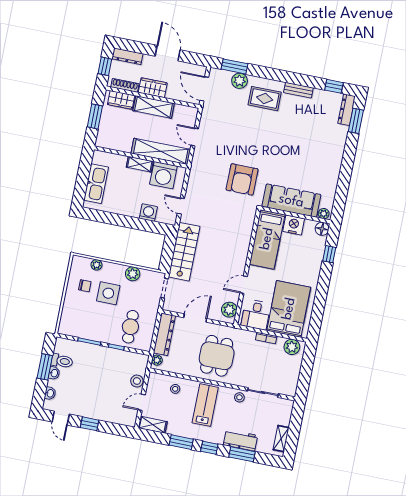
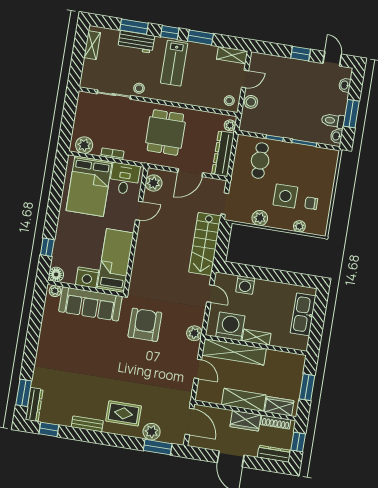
plant: (197, 170) -> (194, 333), added
washbasin: (54, 373) -> (336, 136), moved
stool: (175, 389) -> (229, 101), moved
lab bench: (205, 405) -> (174, 63), moved

